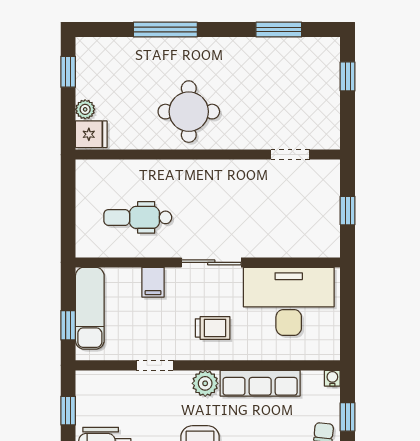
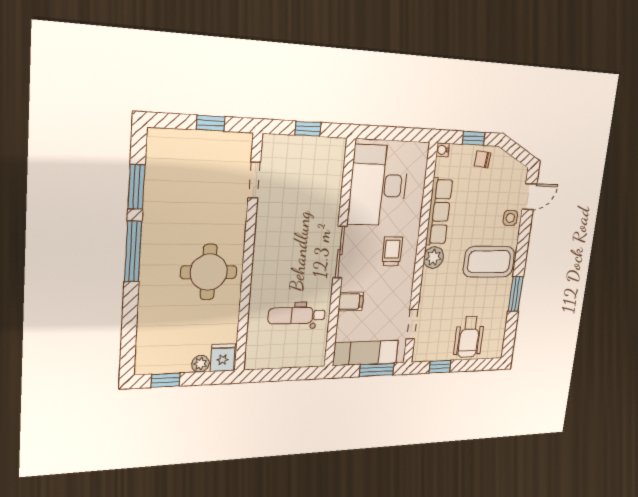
window: (165, 30) -> (133, 252), moved
window: (348, 76) -> (211, 123), moved
dental chair: (138, 217) -> (297, 316), turned 90
window: (68, 325) -> (377, 370), width x1.50
doorway: (155, 365) -> (412, 324), moved

